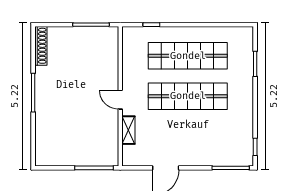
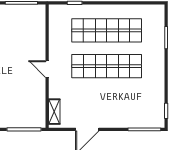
shelving: (128, 130) -> (54, 112), moved

